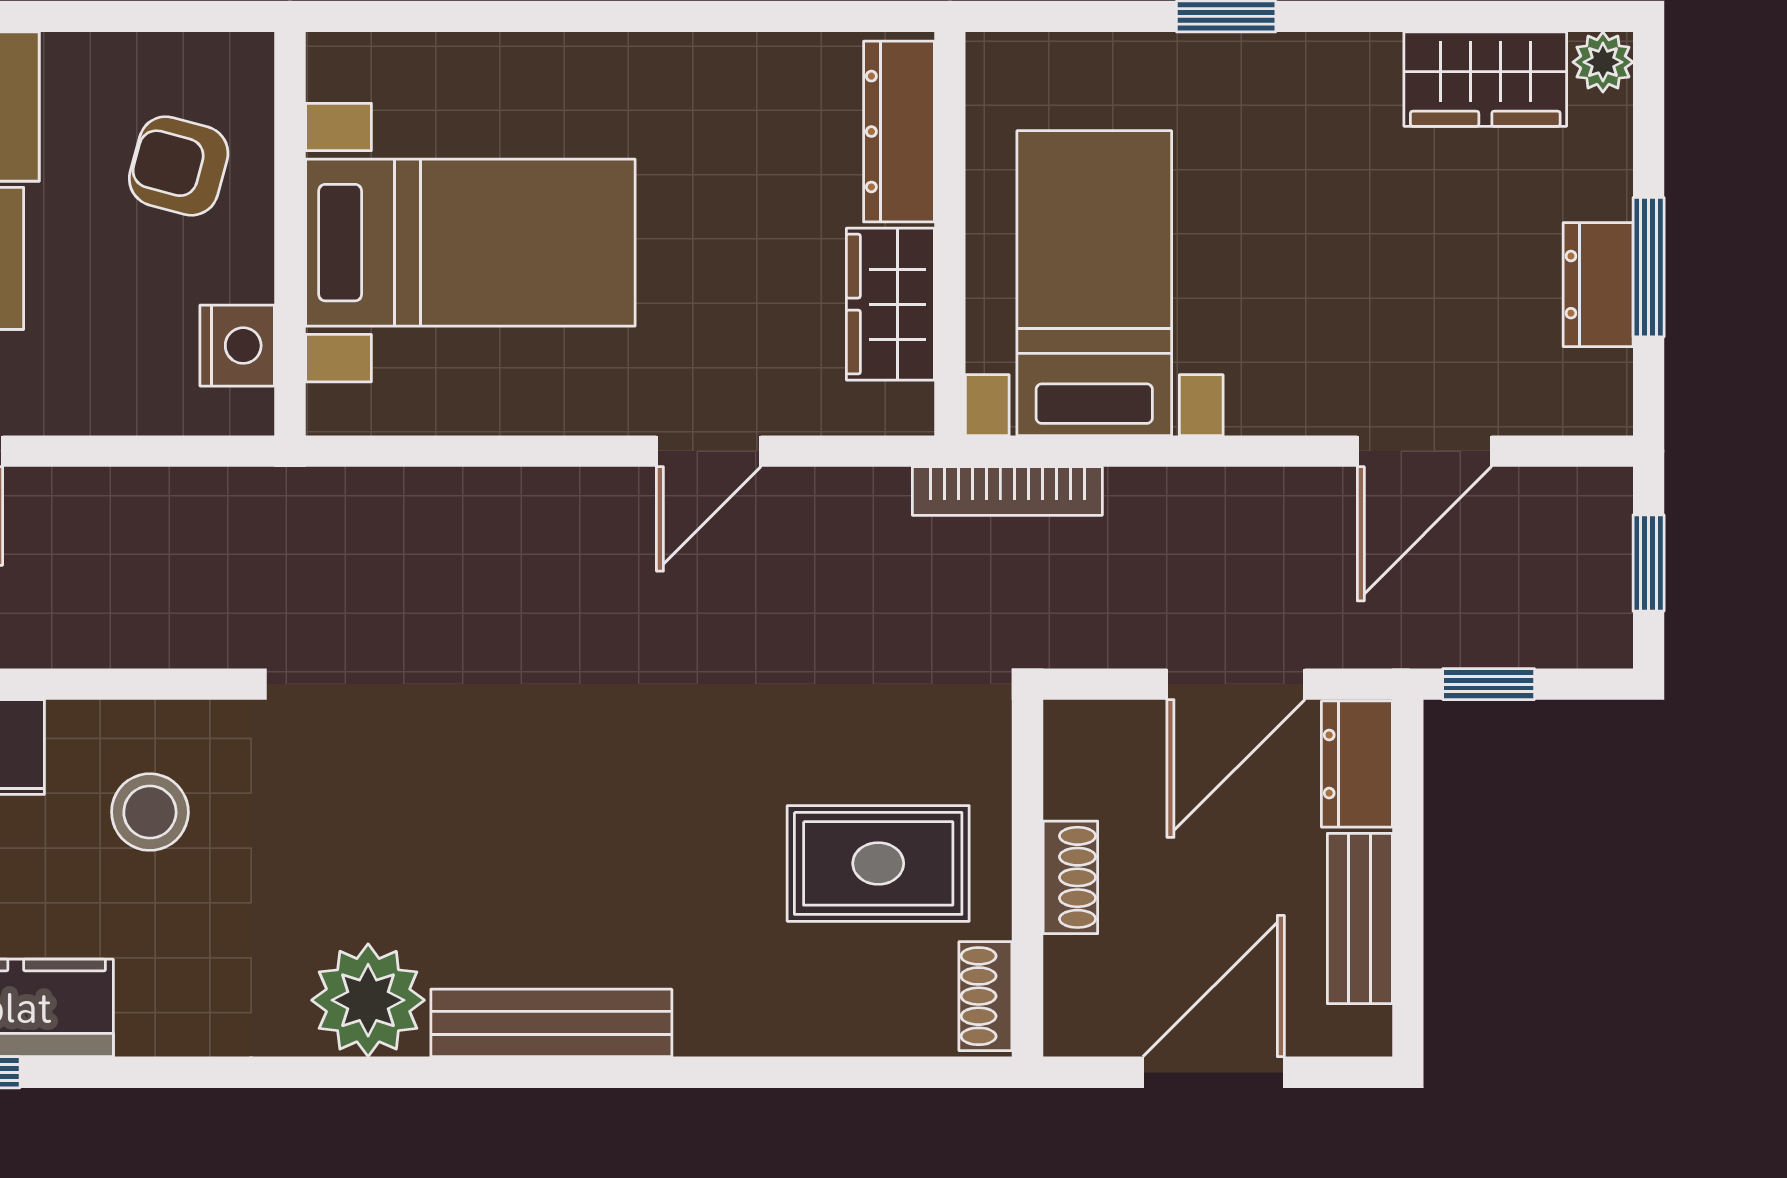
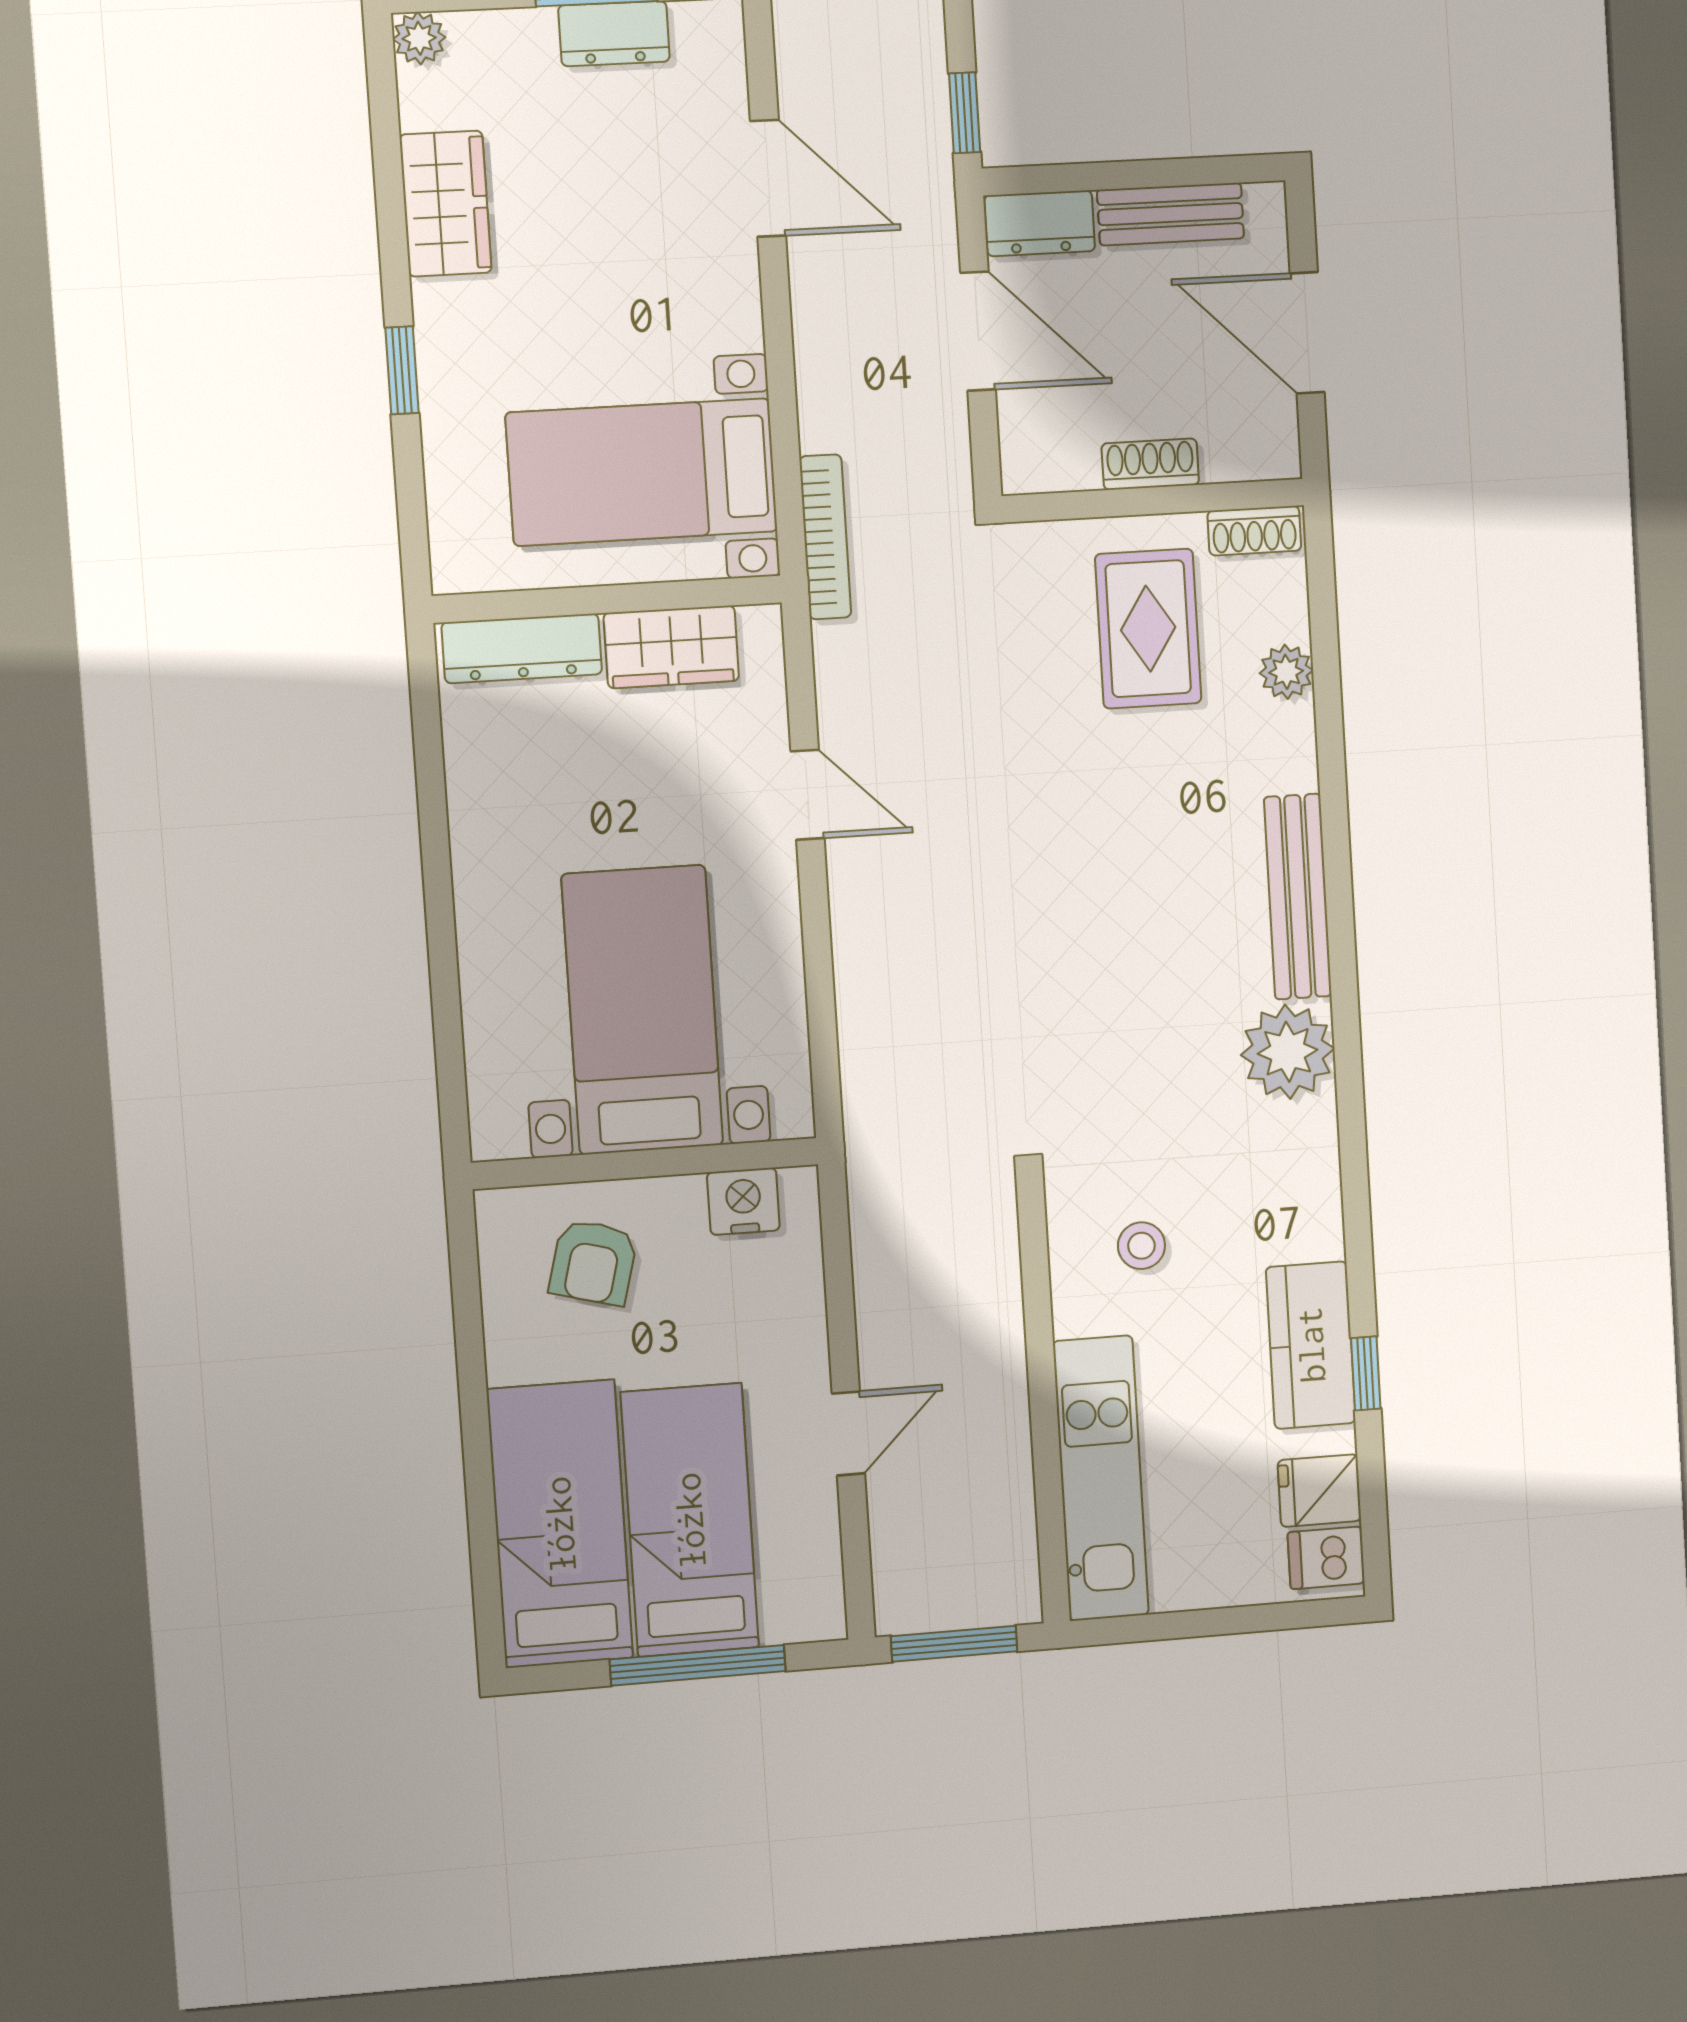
wardrobe: (1485, 79) -> (446, 204), moved
stool: (150, 812) -> (1141, 1246), width x0.73, depth x0.73
plant: (818, 1024) -> (1286, 672), added

